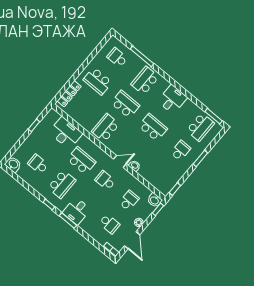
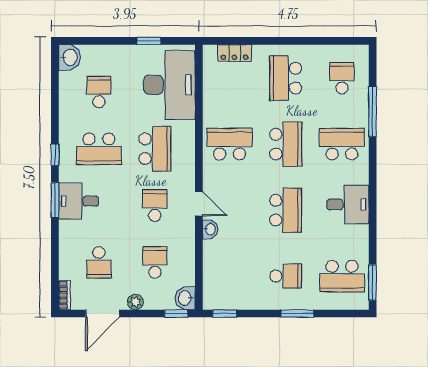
locker: (69, 94) -> (234, 53), width x0.66
desk: (66, 133) -> (169, 85), width x1.36, depth x1.30
school desk: (129, 200) -> (155, 262), turned -90

